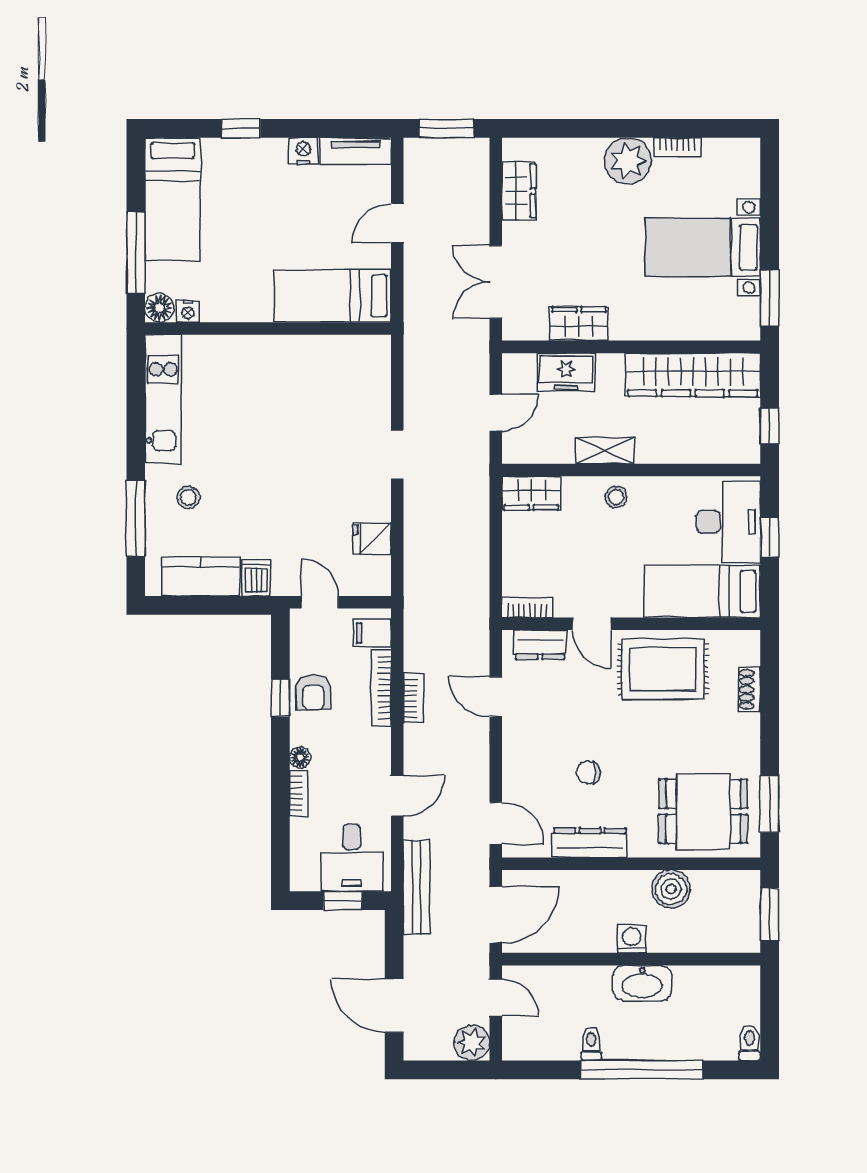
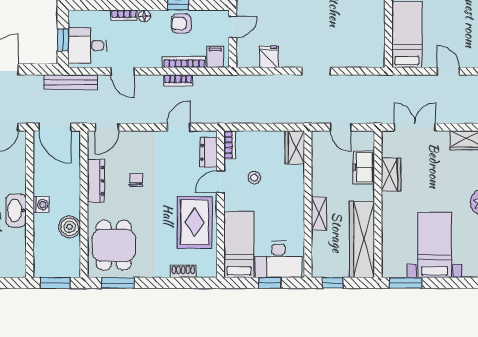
shelving: (605, 451) -> (319, 214), moved
stool: (616, 497) -> (254, 178), moved

